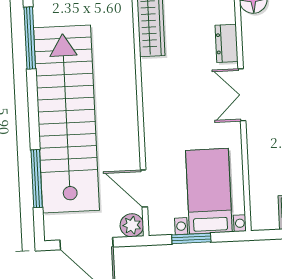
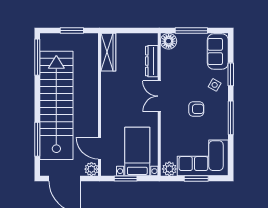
dresser: (227, 43) -> (152, 61), width x1.44
plant: (265, 218) -> (169, 169), added

